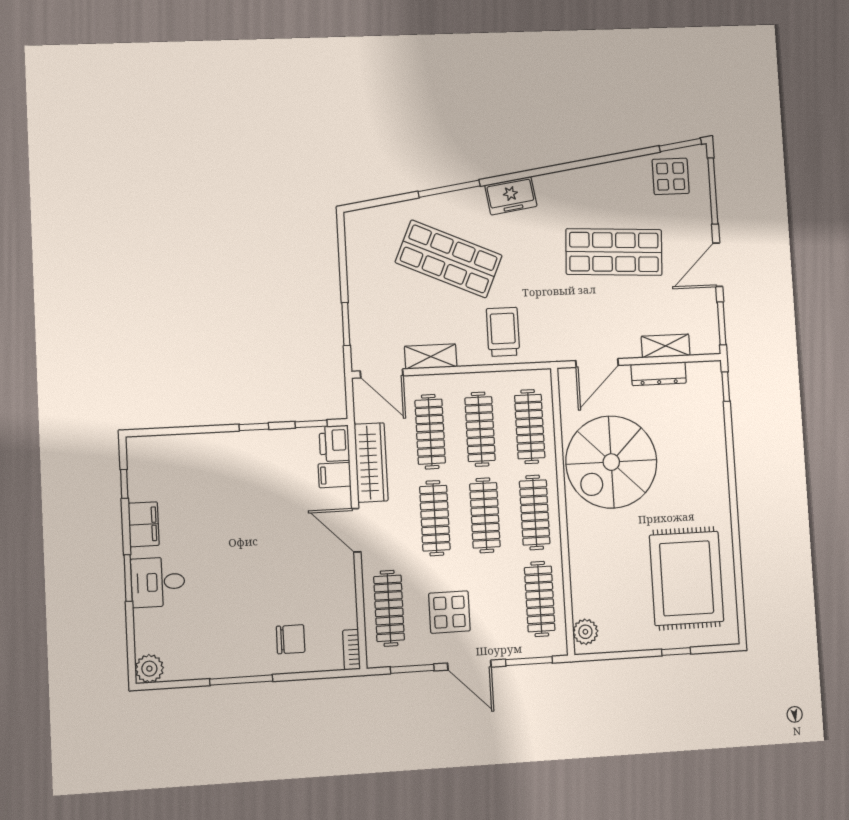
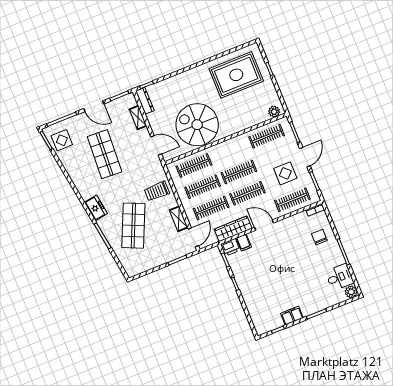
dresser: (659, 374) -> (145, 101), moved
spiral stairs: (611, 462) -> (197, 125), turned 180
clothes rail: (535, 512) -> (230, 151), removed
door: (356, 530) -> (264, 225), swing flipped
desk: (158, 582) -> (339, 277), moved, turned -90

